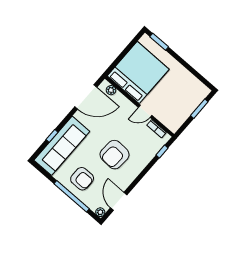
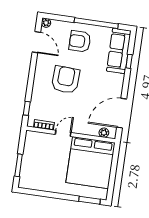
sofa: (62, 146) -> (119, 51), width x0.74, depth x0.79
window: (72, 196) -> (96, 23), moved

